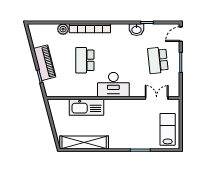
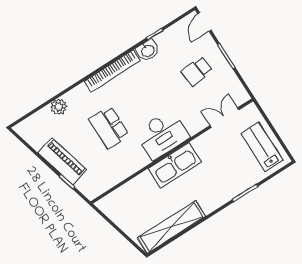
bookcase: (90, 28) -> (112, 71), moved
school desk: (158, 60) -> (197, 71), width x0.54
kitchen sink: (86, 107) -> (175, 165), moved

